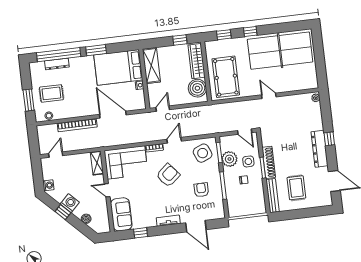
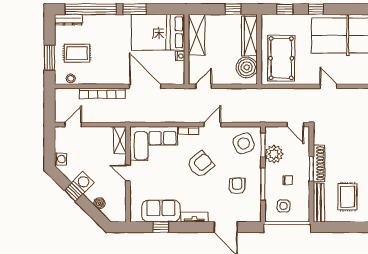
dresser: (57, 64) -> (68, 20), moved
side table: (248, 161) -> (284, 206), moved
sofa: (121, 214) -> (161, 211), moved, turned -90

